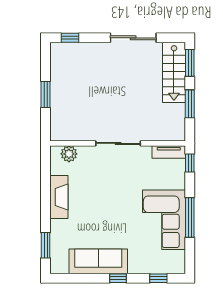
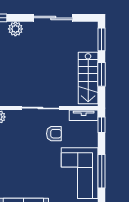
plant: (89, 51) -> (15, 29), added
stairs: (174, 72) -> (88, 78), moved
armchair: (134, 173) -> (54, 134), added

